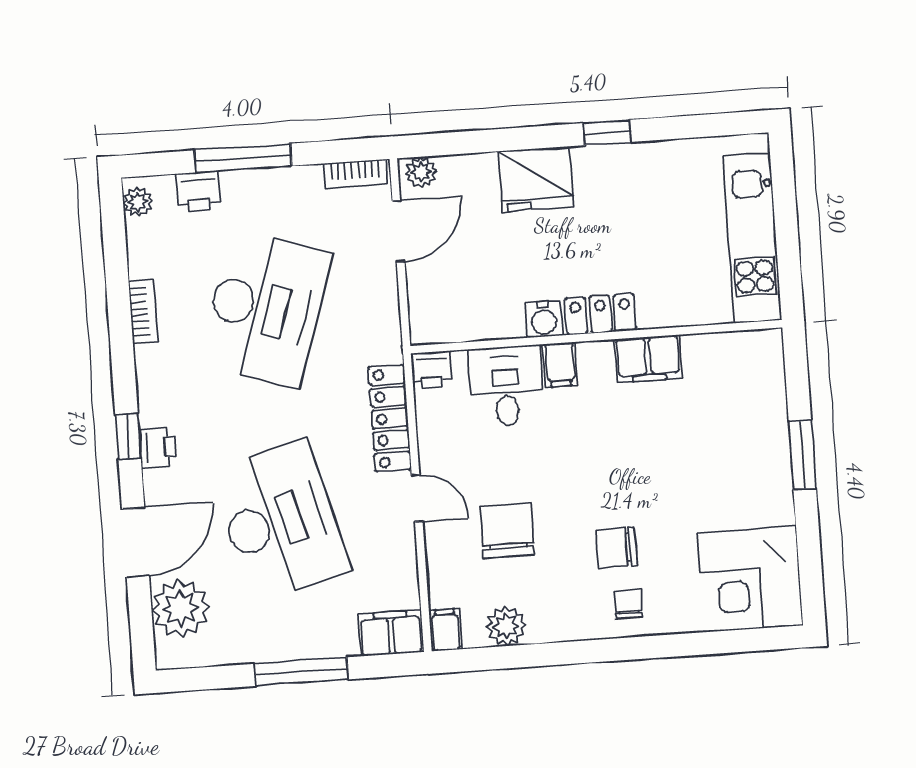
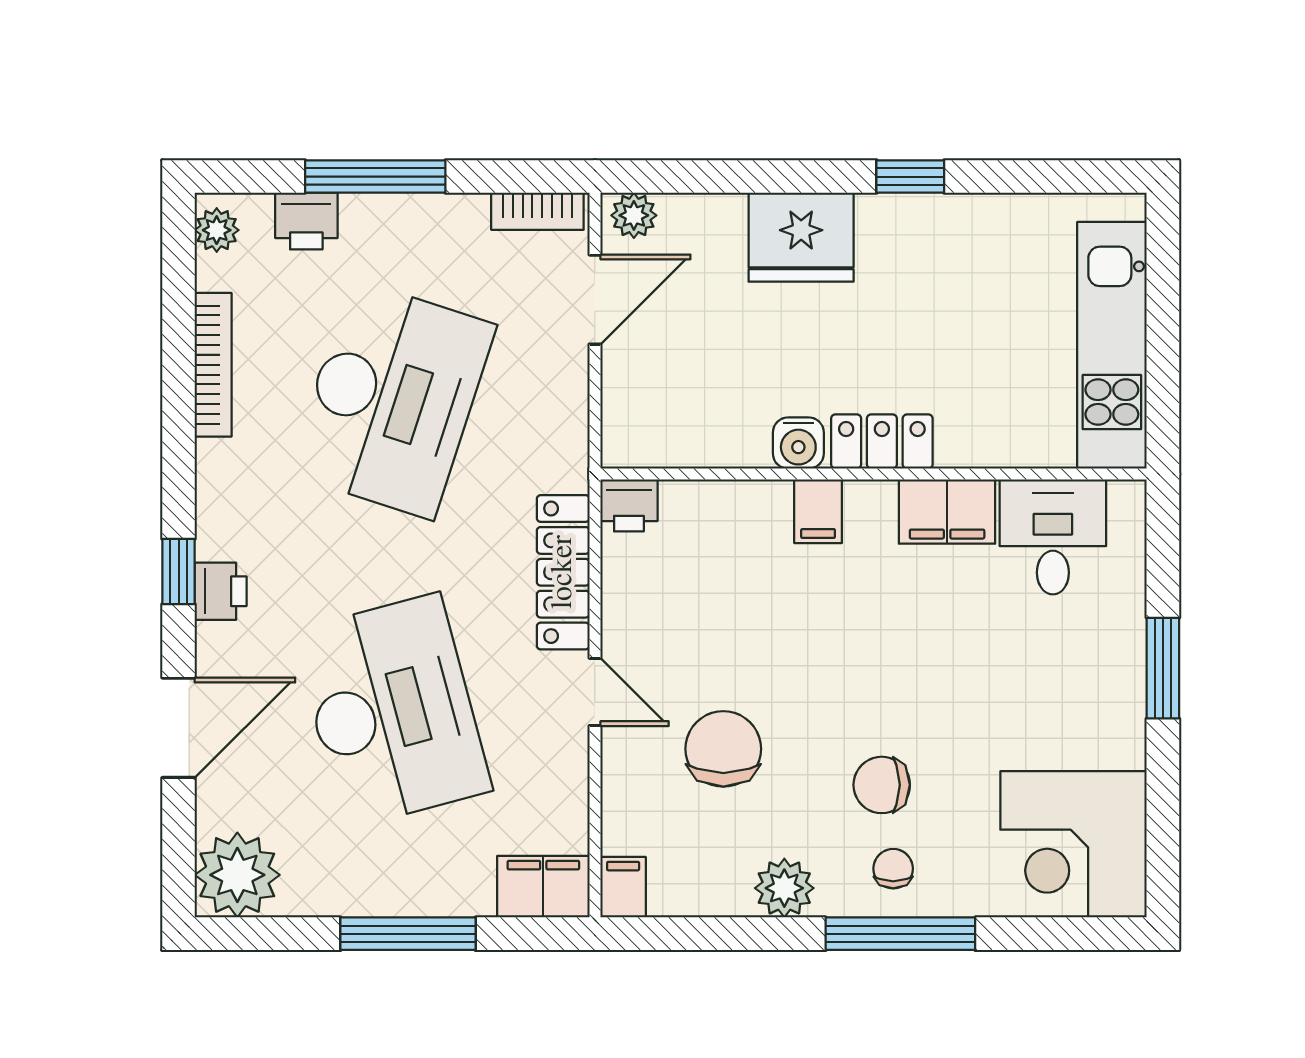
bookcase: (143, 311) -> (213, 365), width x1.56
desk: (506, 386) -> (1053, 537), moved
plant: (180, 608) -> (237, 875), moved
plant: (506, 626) -> (784, 888), moved
window: (636, 648) -> (900, 934), added

